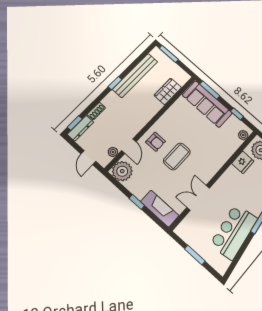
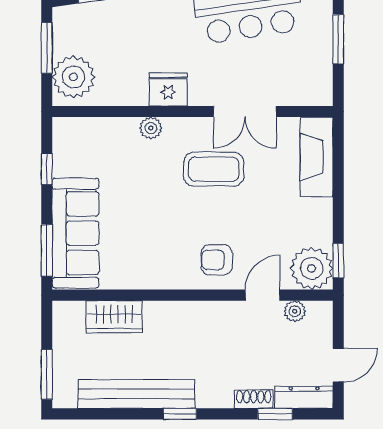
window: (75, 123) -> (275, 414), moved
plant: (243, 135) -> (151, 128), moved
armchair: (156, 142) -> (217, 260), turned -90
coffee table: (177, 156) -> (214, 169), moved
door: (88, 158) -> (338, 365), moved
fridge: (243, 162) -> (168, 90), moved
window: (137, 202) -> (338, 261), moved

